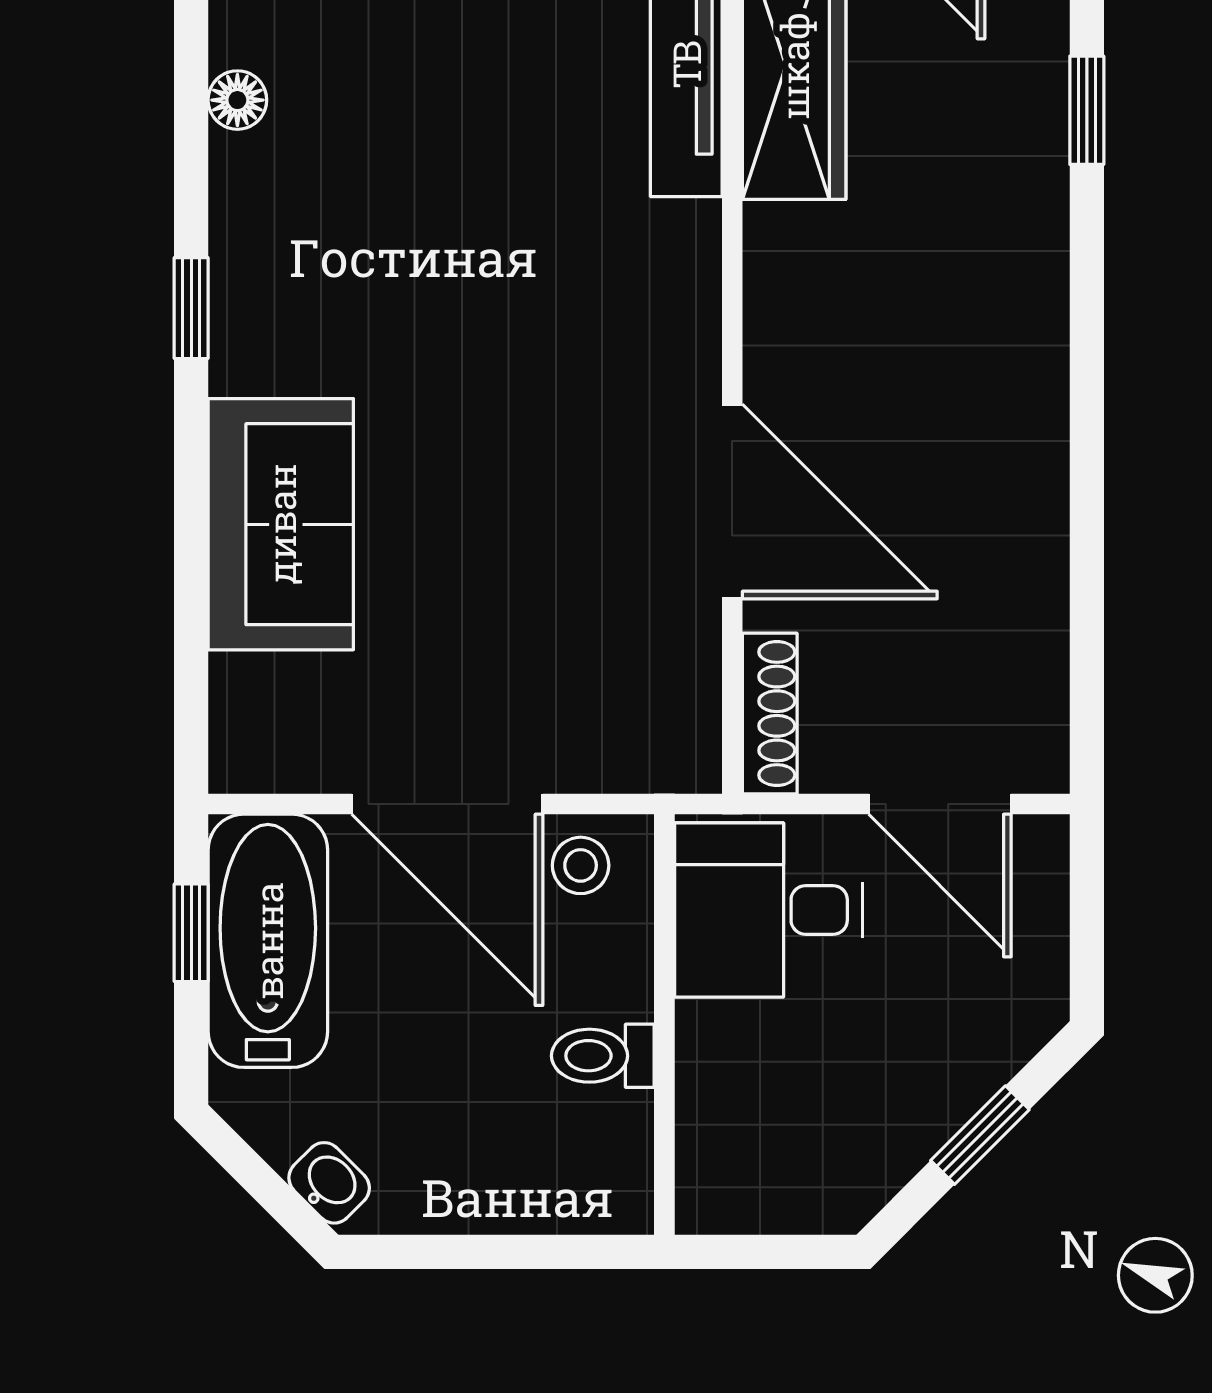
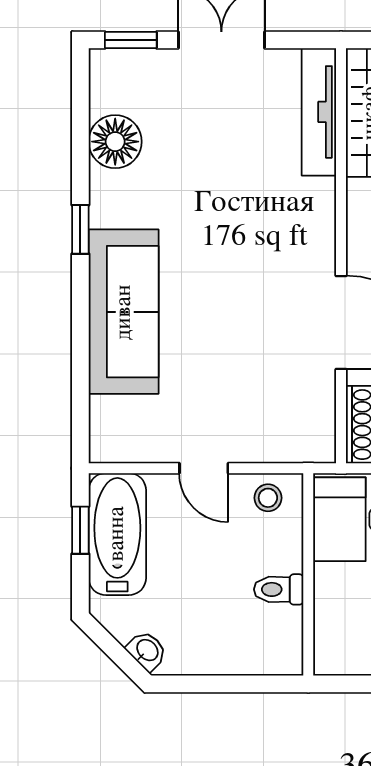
floor lamp: (237, 100) -> (115, 142), width x1.89, depth x1.89
sofa: (281, 524) -> (124, 312), width x1.36
door: (447, 804) -> (204, 468), width x0.53

